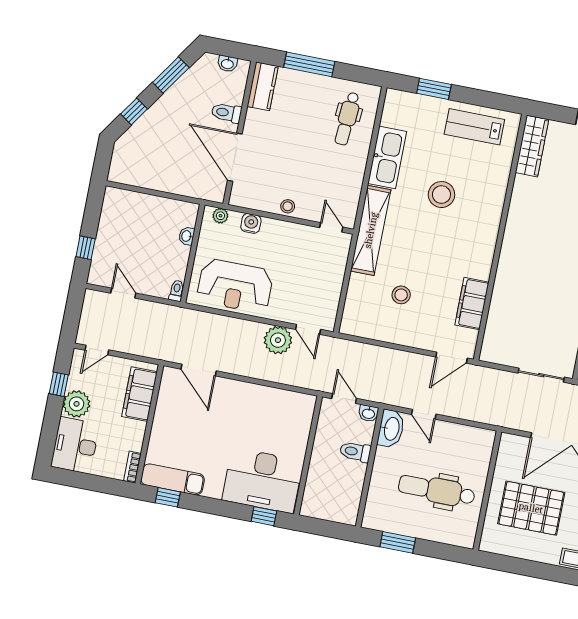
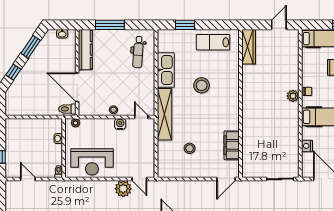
kitchen counter: (263, 86) -> (85, 50), width x1.50
toilet: (226, 113) -> (67, 109), moved
water cooler: (251, 223) -> (120, 124), moved

